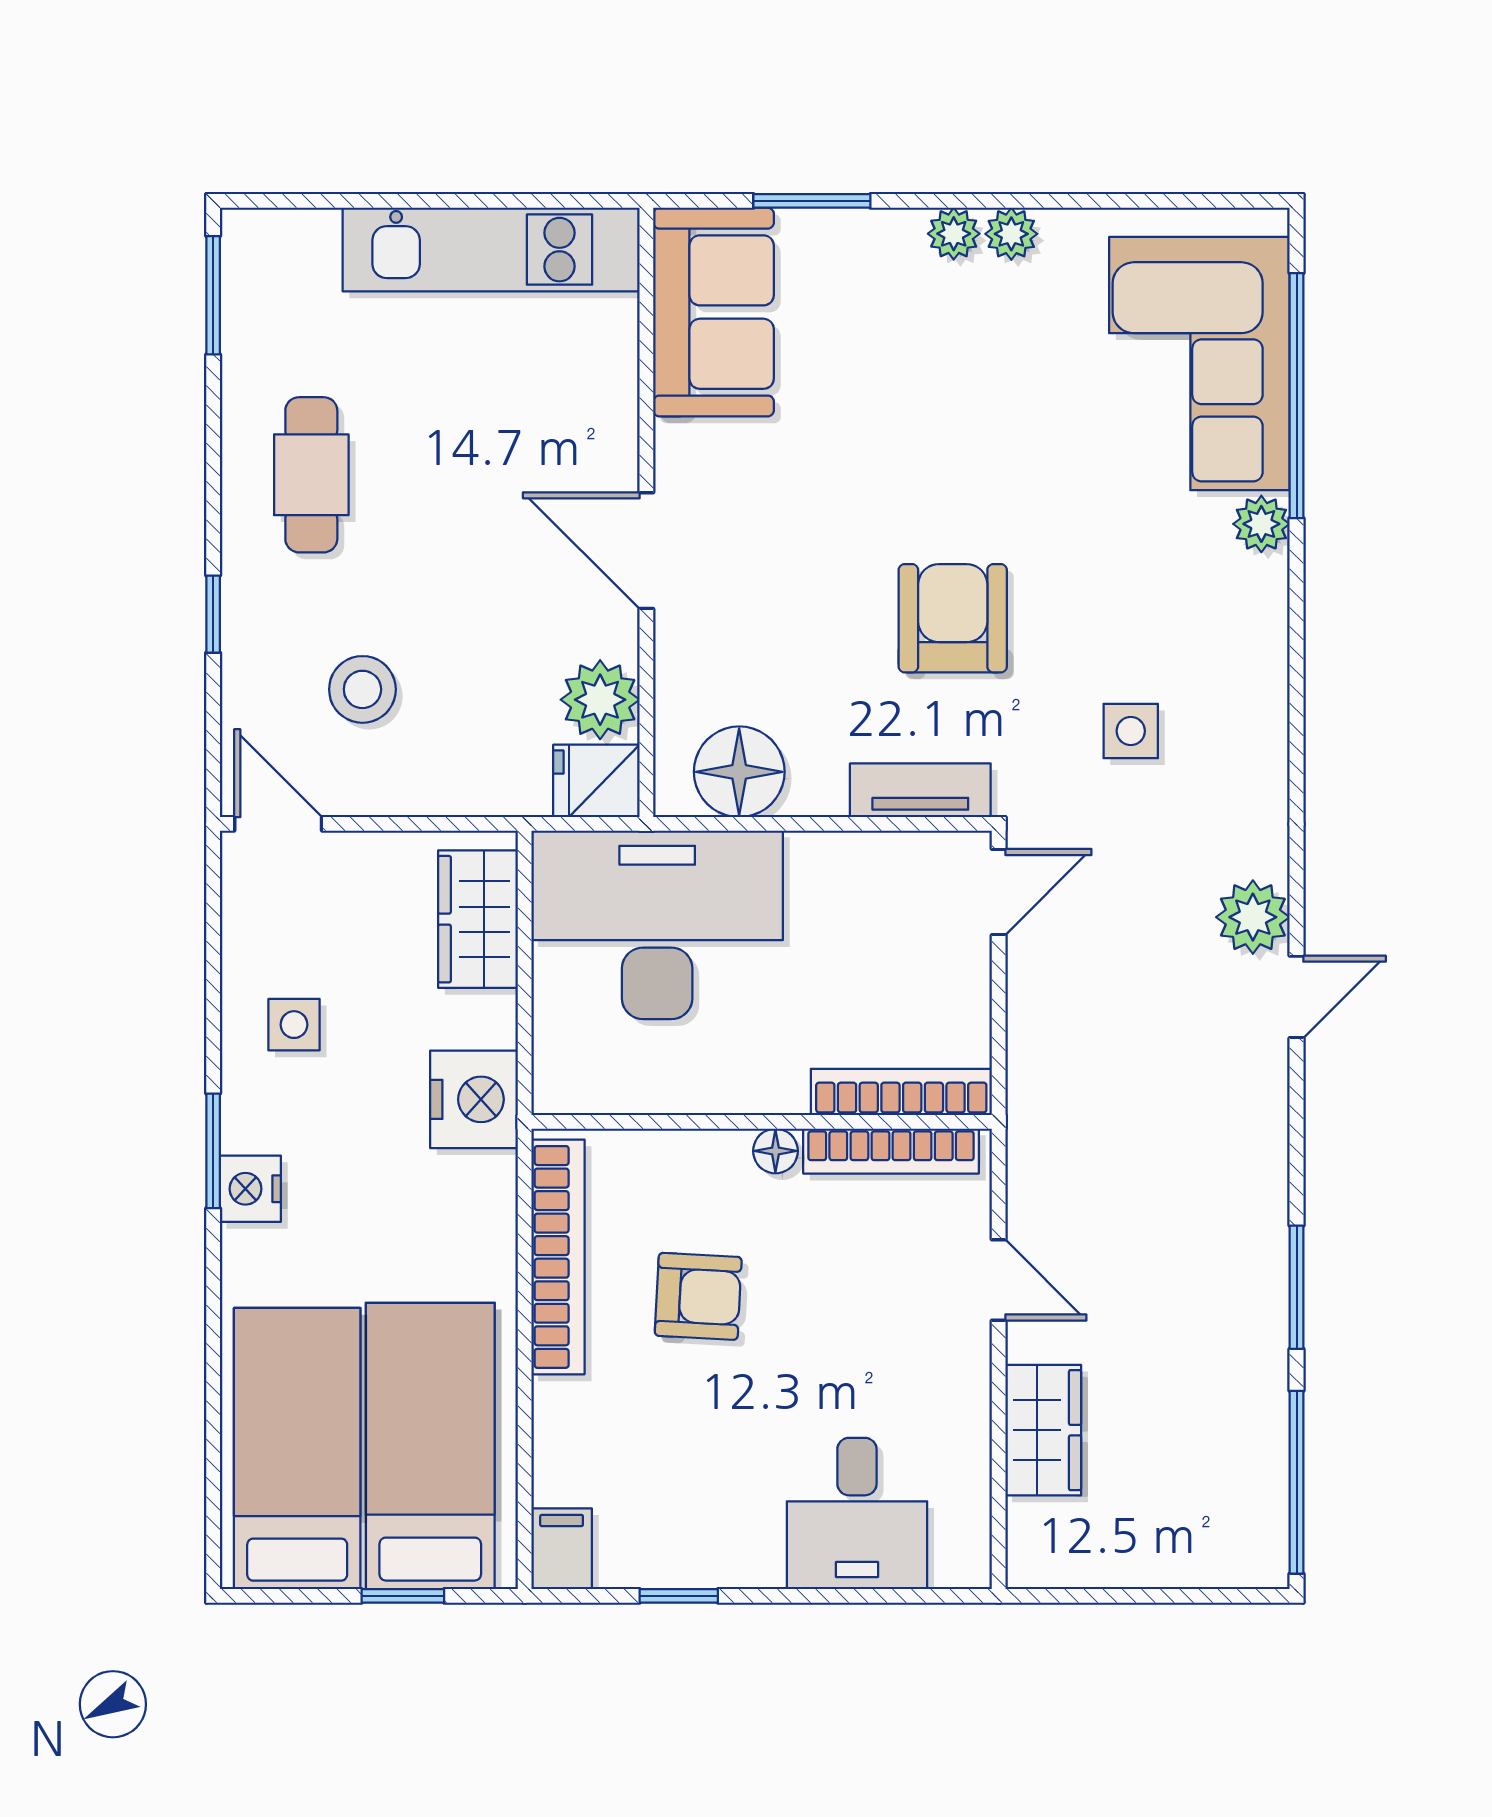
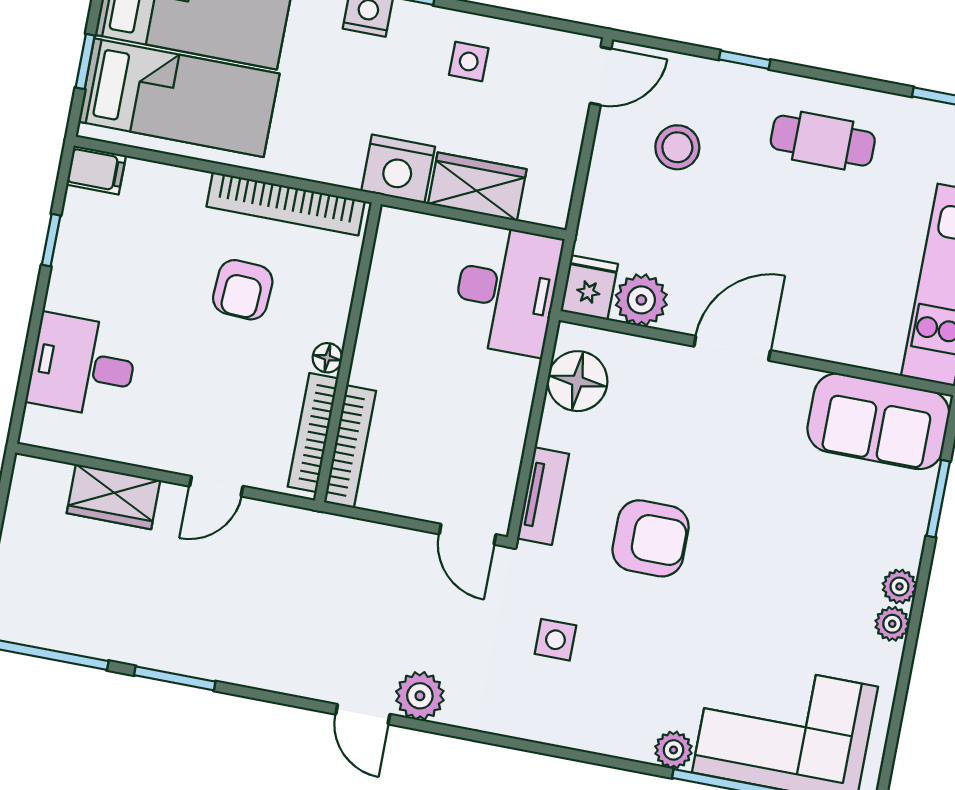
wardrobe: (478, 919) -> (477, 187), moved
desk: (657, 925) -> (507, 290), width x0.73, depth x0.77

